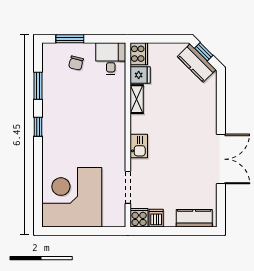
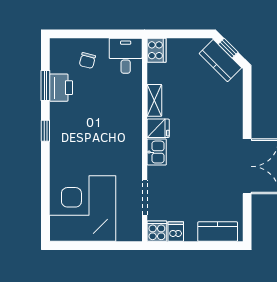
window: (70, 39) -> (81, 34), removed
fridge: (140, 75) -> (158, 128), moved
printer: (52, 88) -> (61, 88), added

